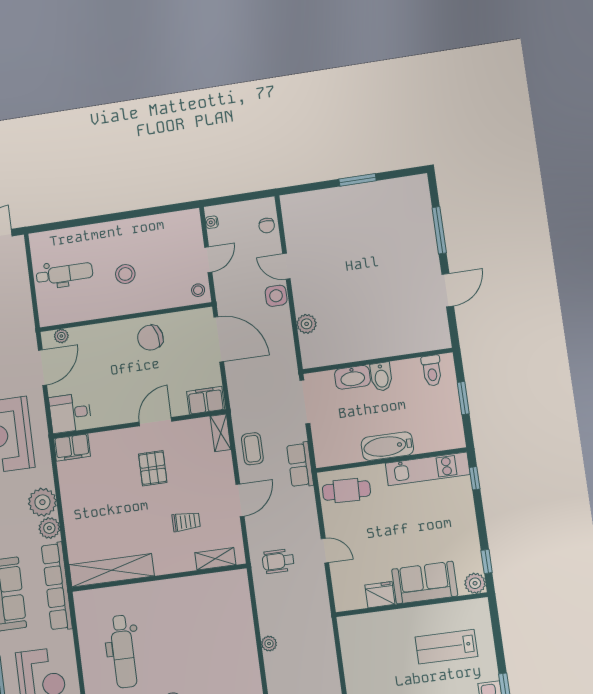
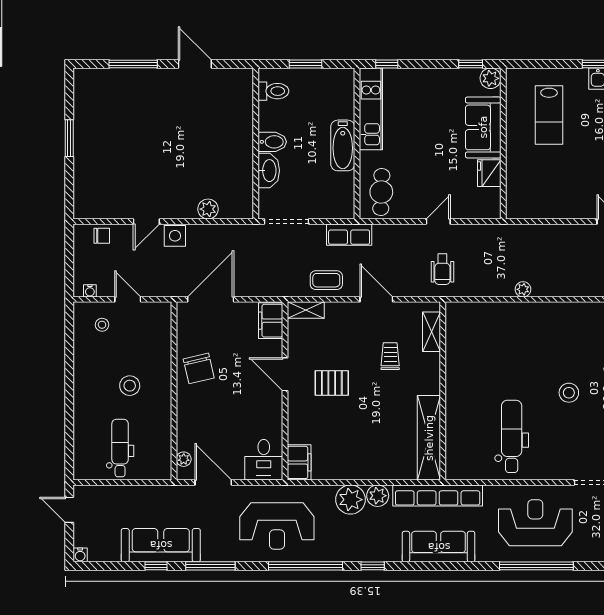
stool: (198, 290) -> (102, 325), moved
dental chair: (123, 651) -> (512, 436), turned -90

